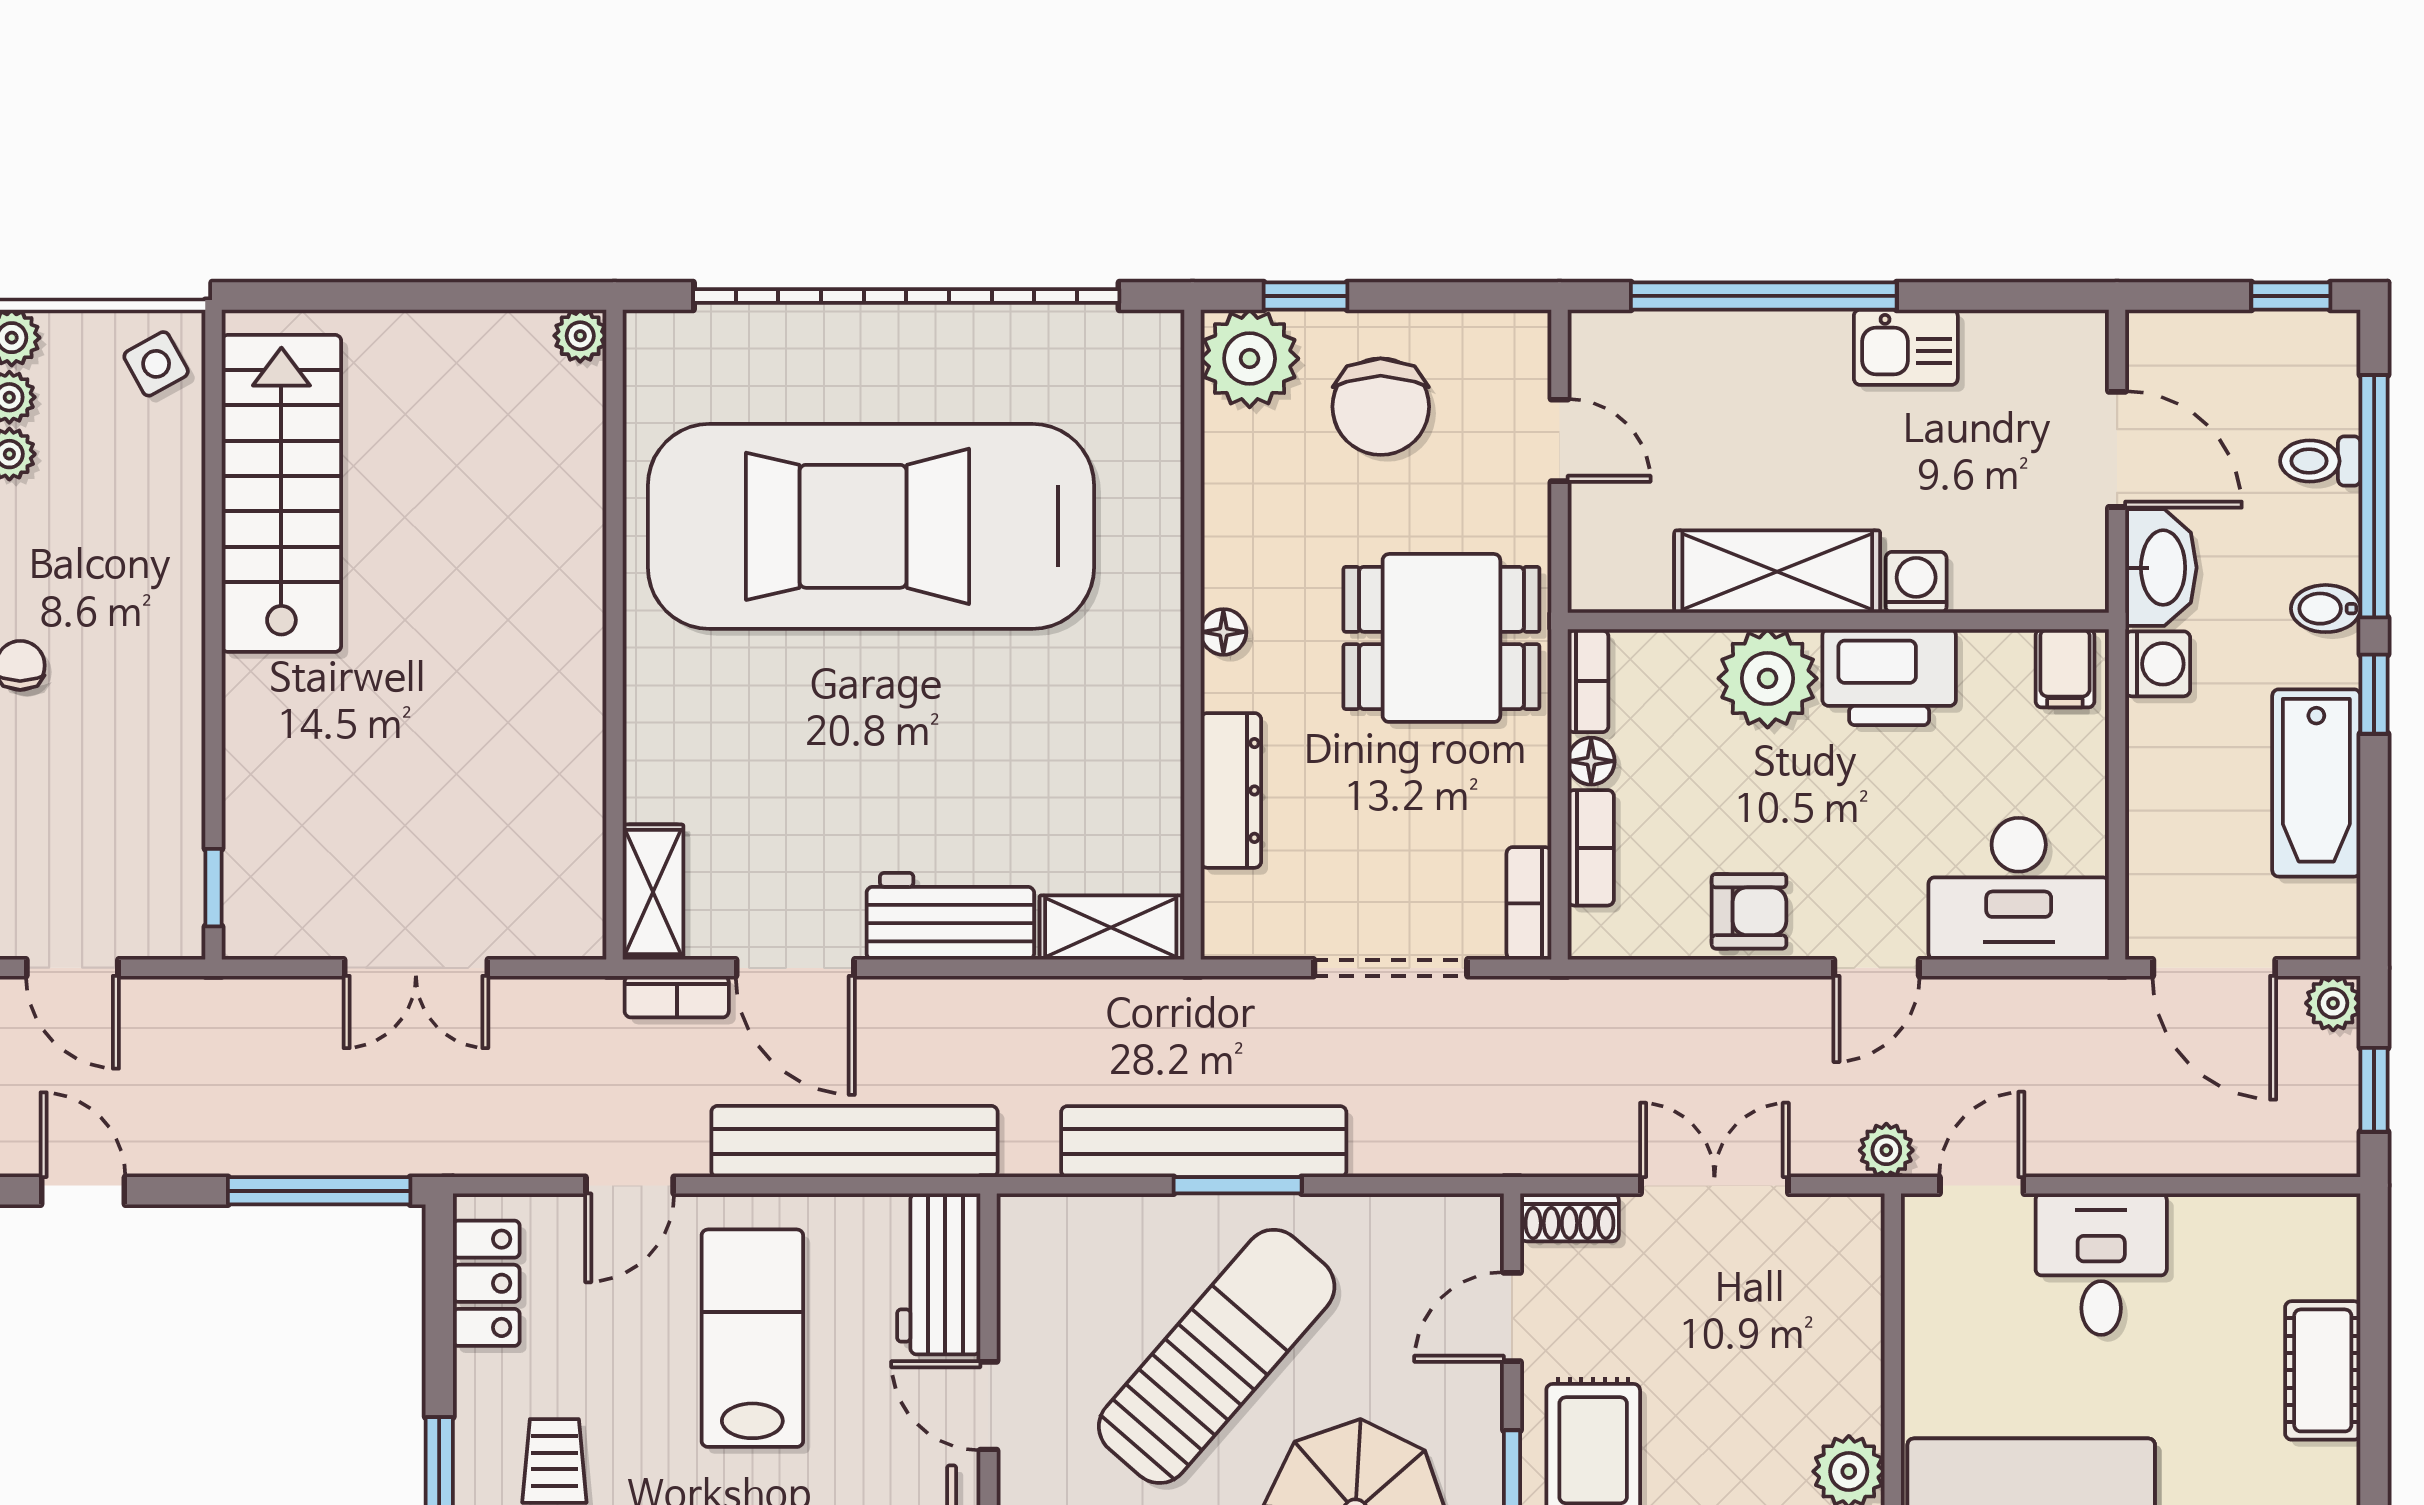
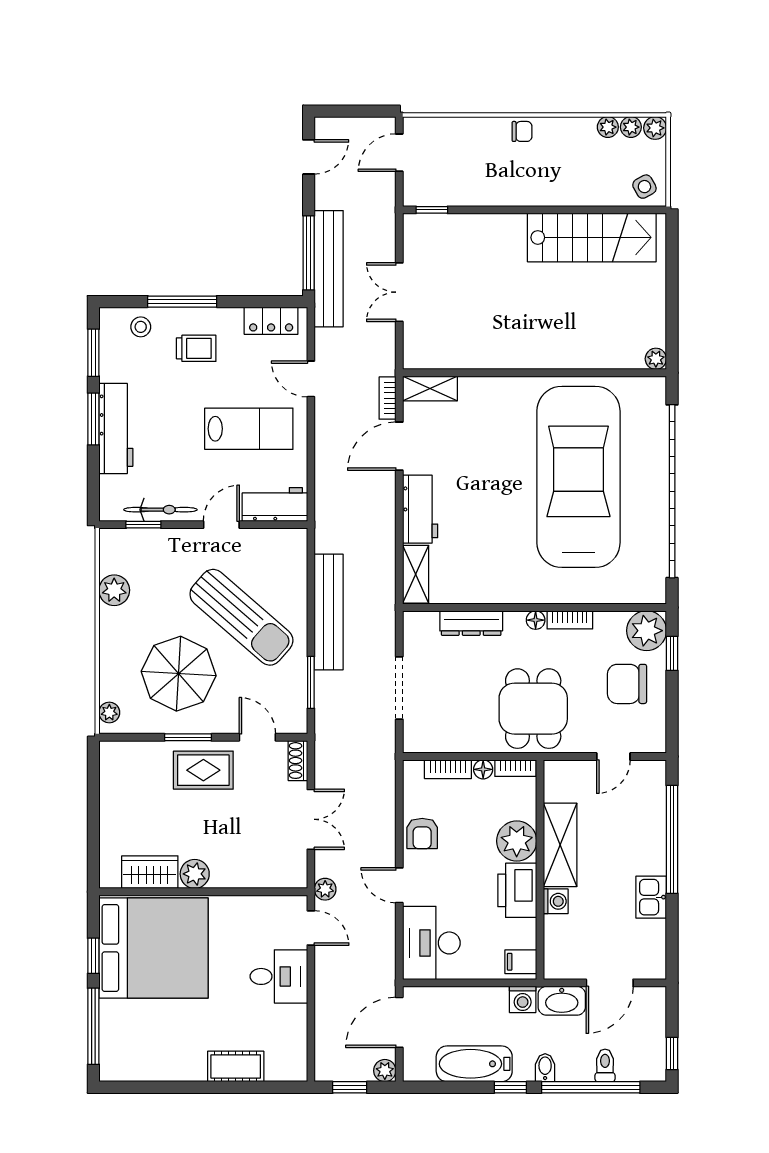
bookcase: (1529, 903) -> (570, 620), moved, turned 180
bench: (854, 1141) -> (329, 269), moved
window: (1238, 1185) -> (311, 682), moved

